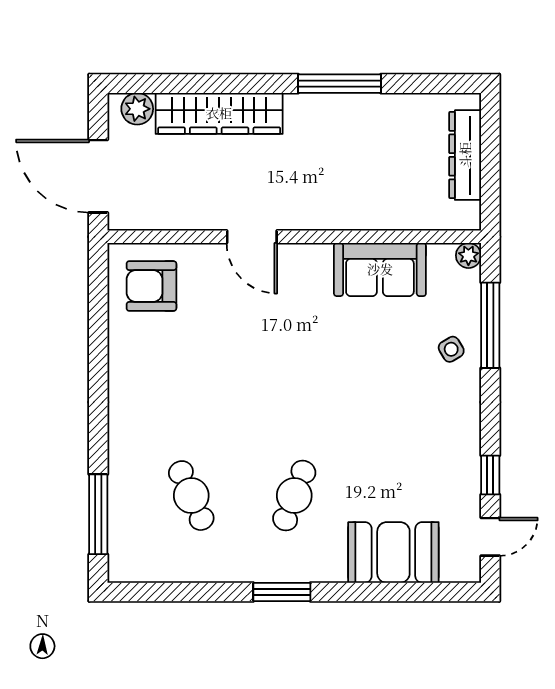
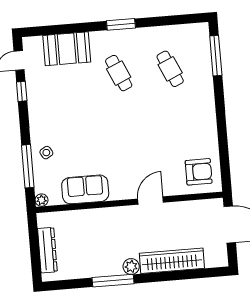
plant: (137, 109) -> (131, 266), moved
door: (252, 237) -> (150, 201), hinge flipped
cafe table: (294, 496) -> (119, 73), turned -45

